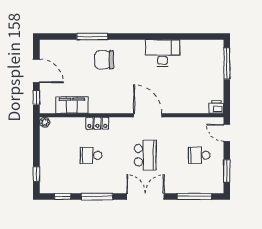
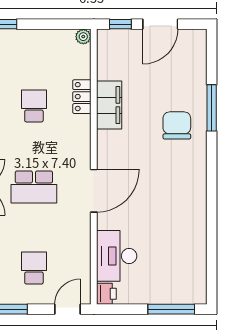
desk: (162, 53) -> (117, 256), moved, turned 180
filing cabinet: (72, 105) -> (109, 105), moved
locker: (97, 123) -> (82, 97), moved

